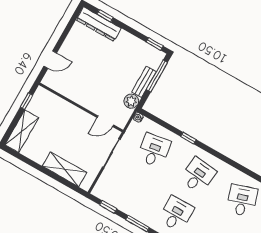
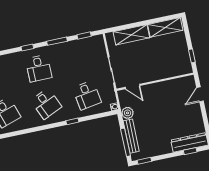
bench: (144, 82) -> (131, 136), width x1.36
door: (105, 121) -> (133, 86), swing flipped
shelving: (22, 131) -> (165, 27), moved, turned 90
desk: (198, 175) -> (46, 104), turned -30

